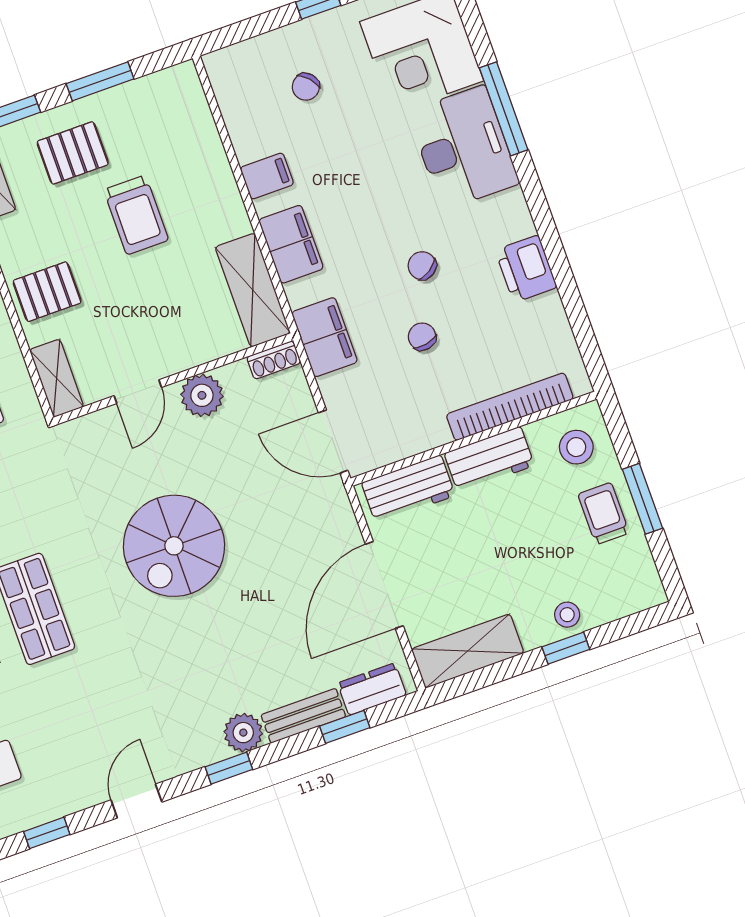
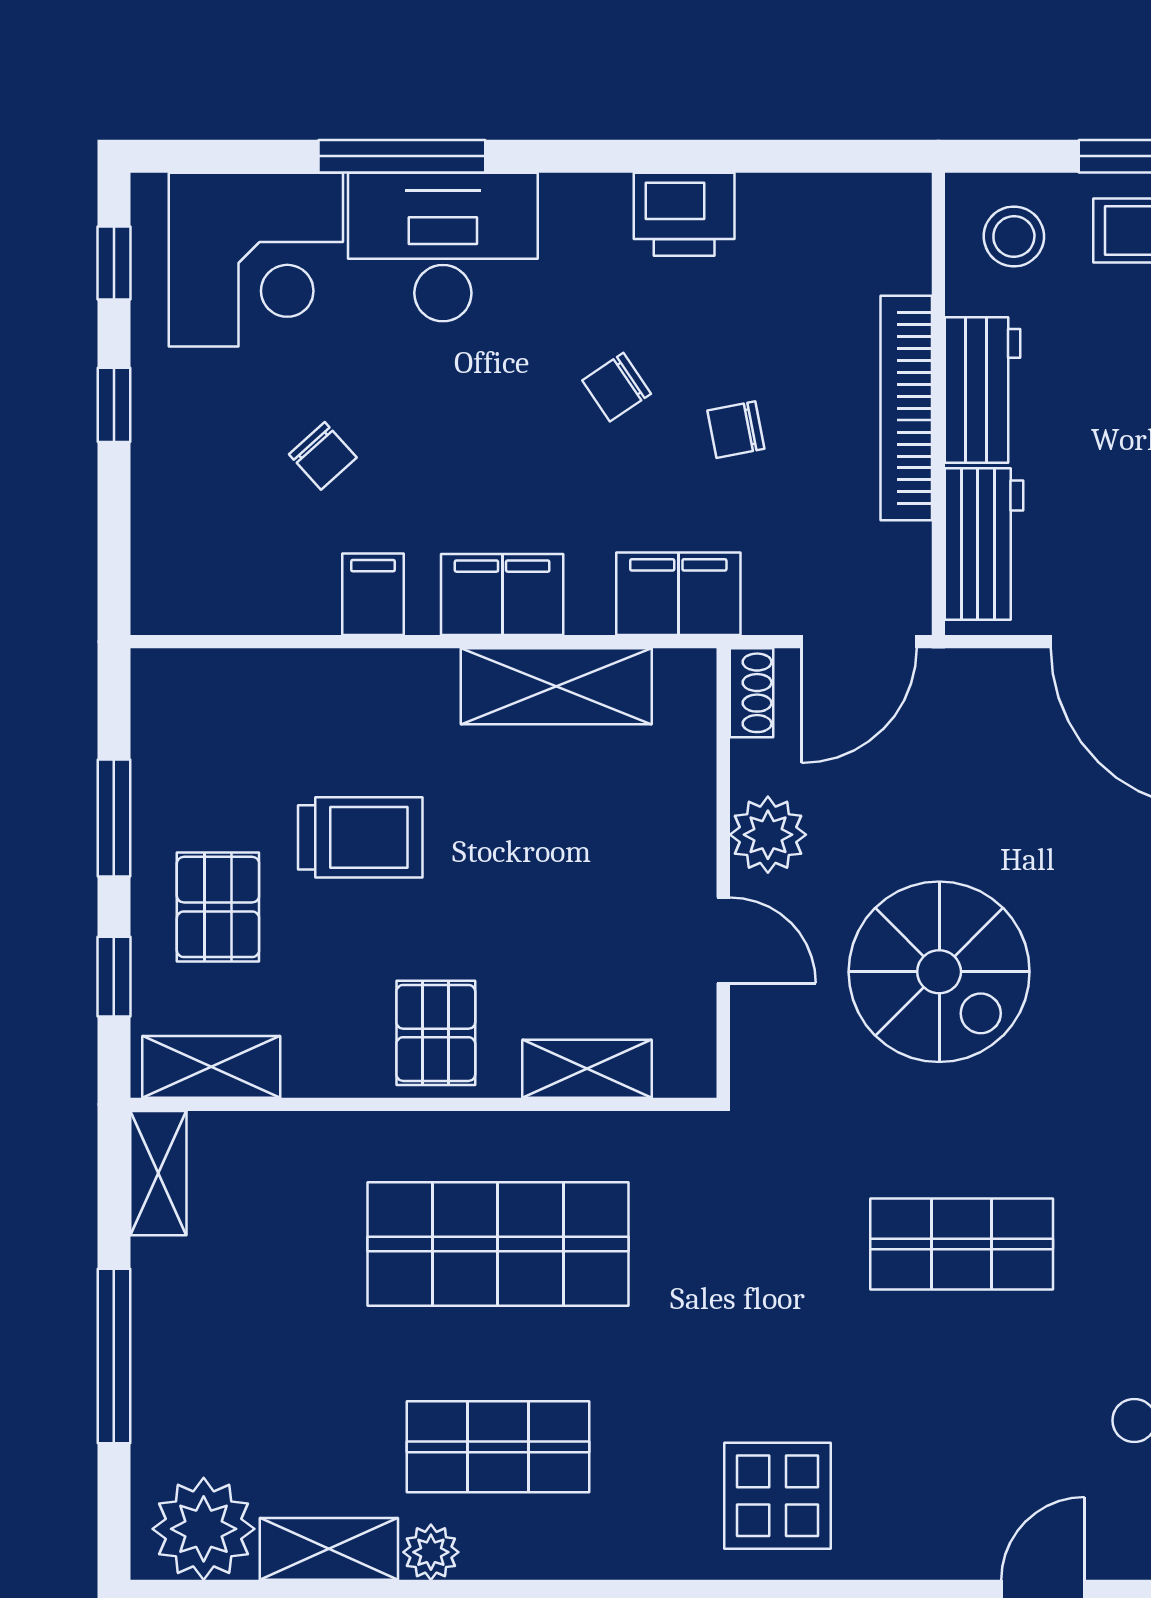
chair: (306, 87) -> (323, 456), moved
shoe rack: (274, 360) -> (751, 693), moved
wall: (173, 379) -> (723, 873), moved
door: (138, 392) -> (723, 940), moved
plant: (202, 395) -> (768, 835), moved
bookcase: (510, 407) -> (906, 408), moved

